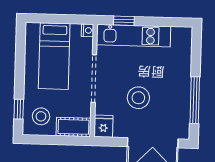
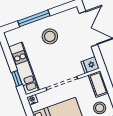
stool: (138, 98) -> (50, 36), moved
window: (195, 100) -> (34, 18), moved

